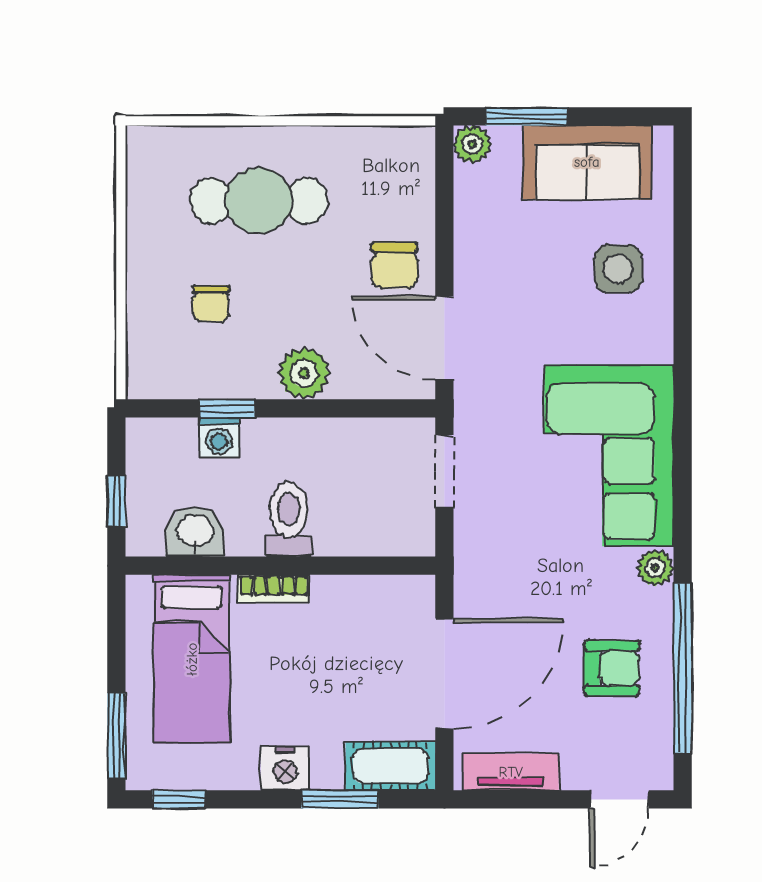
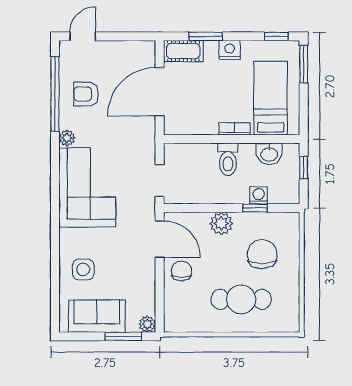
chair: (211, 304) -> (262, 254), width x1.87, depth x1.87
tv unit: (511, 772) -> (130, 48), removed

